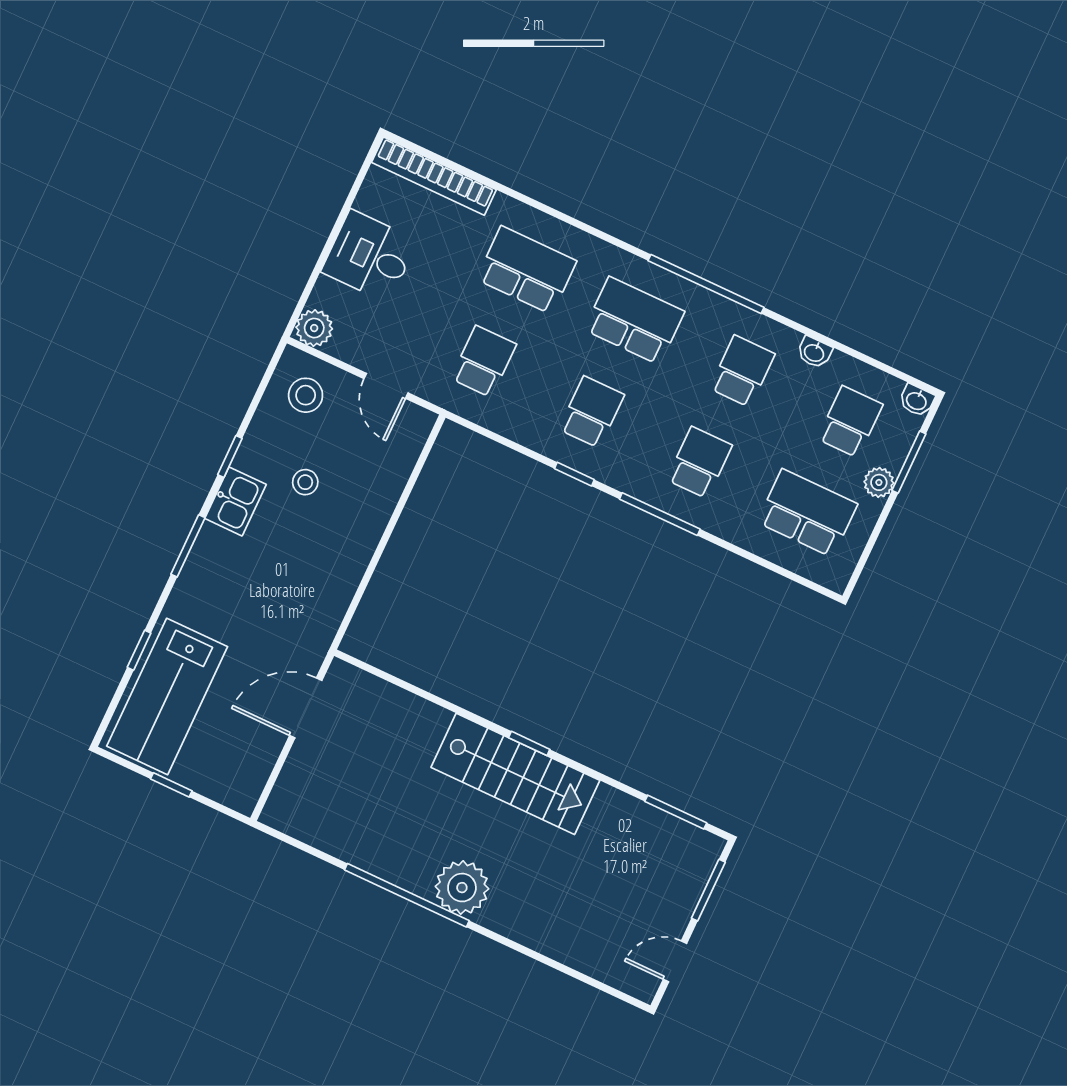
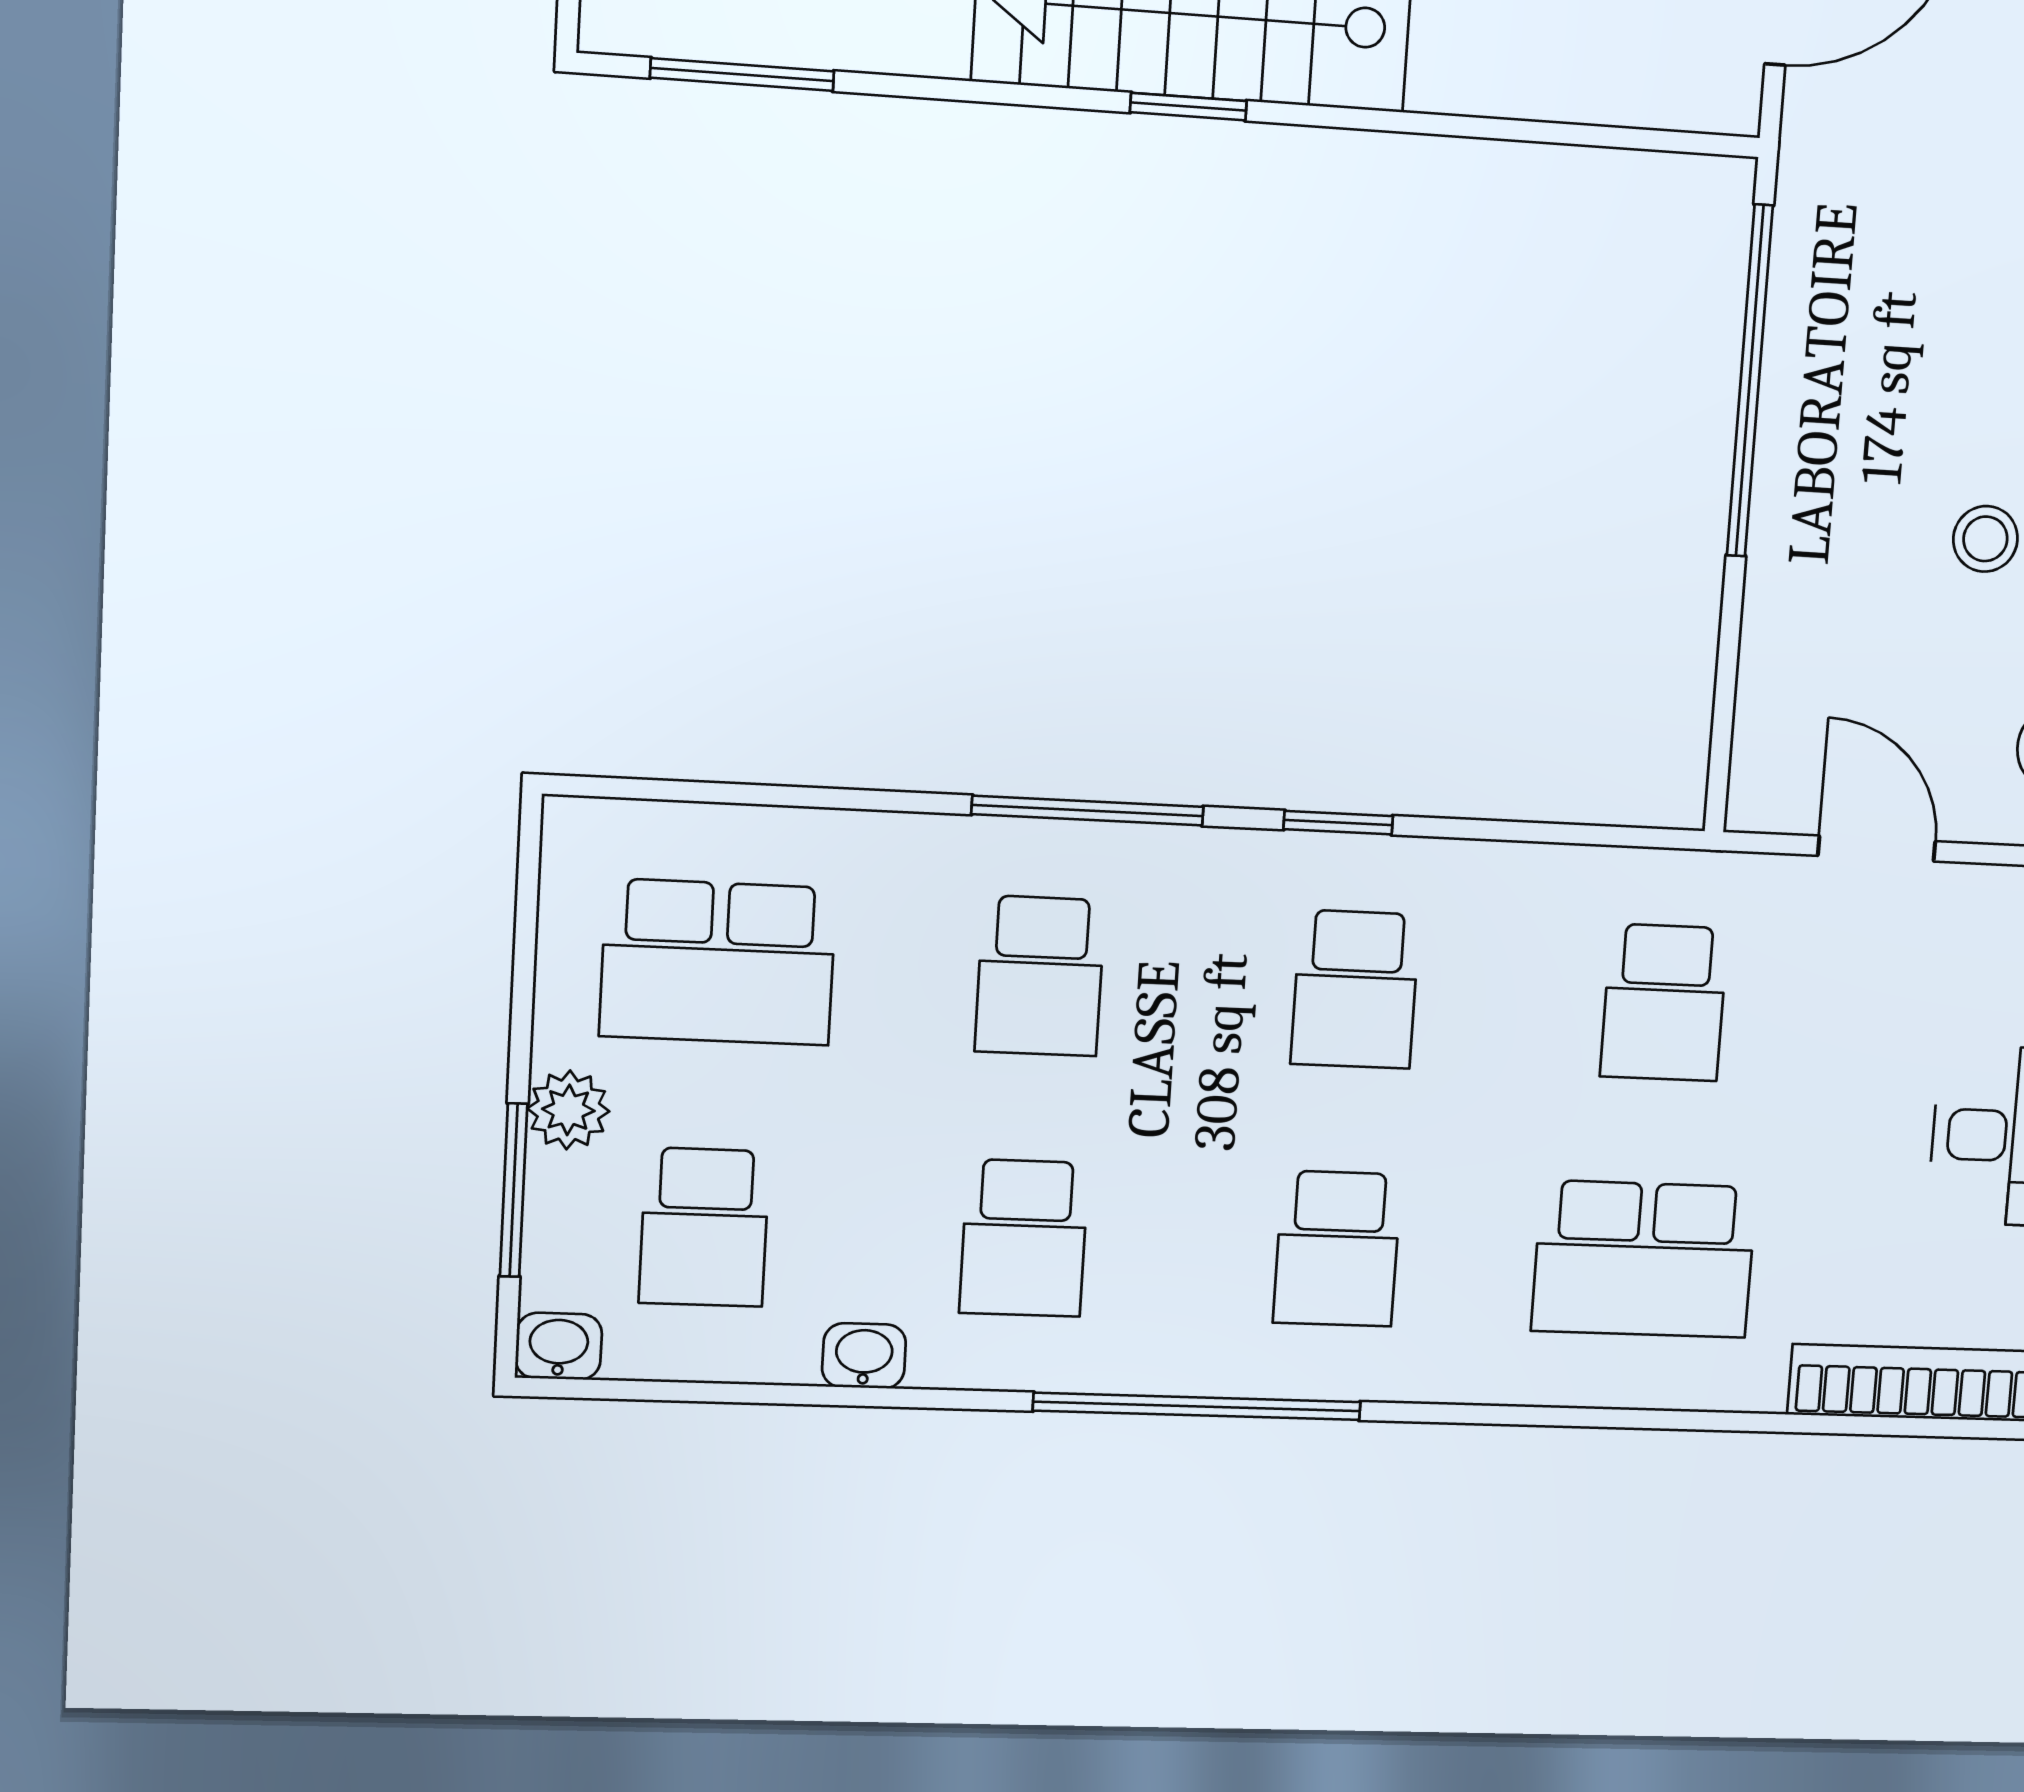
school desk: (634, 321) -> (1337, 1249), width x0.54
window: (369, 572) -> (1750, 381), added

